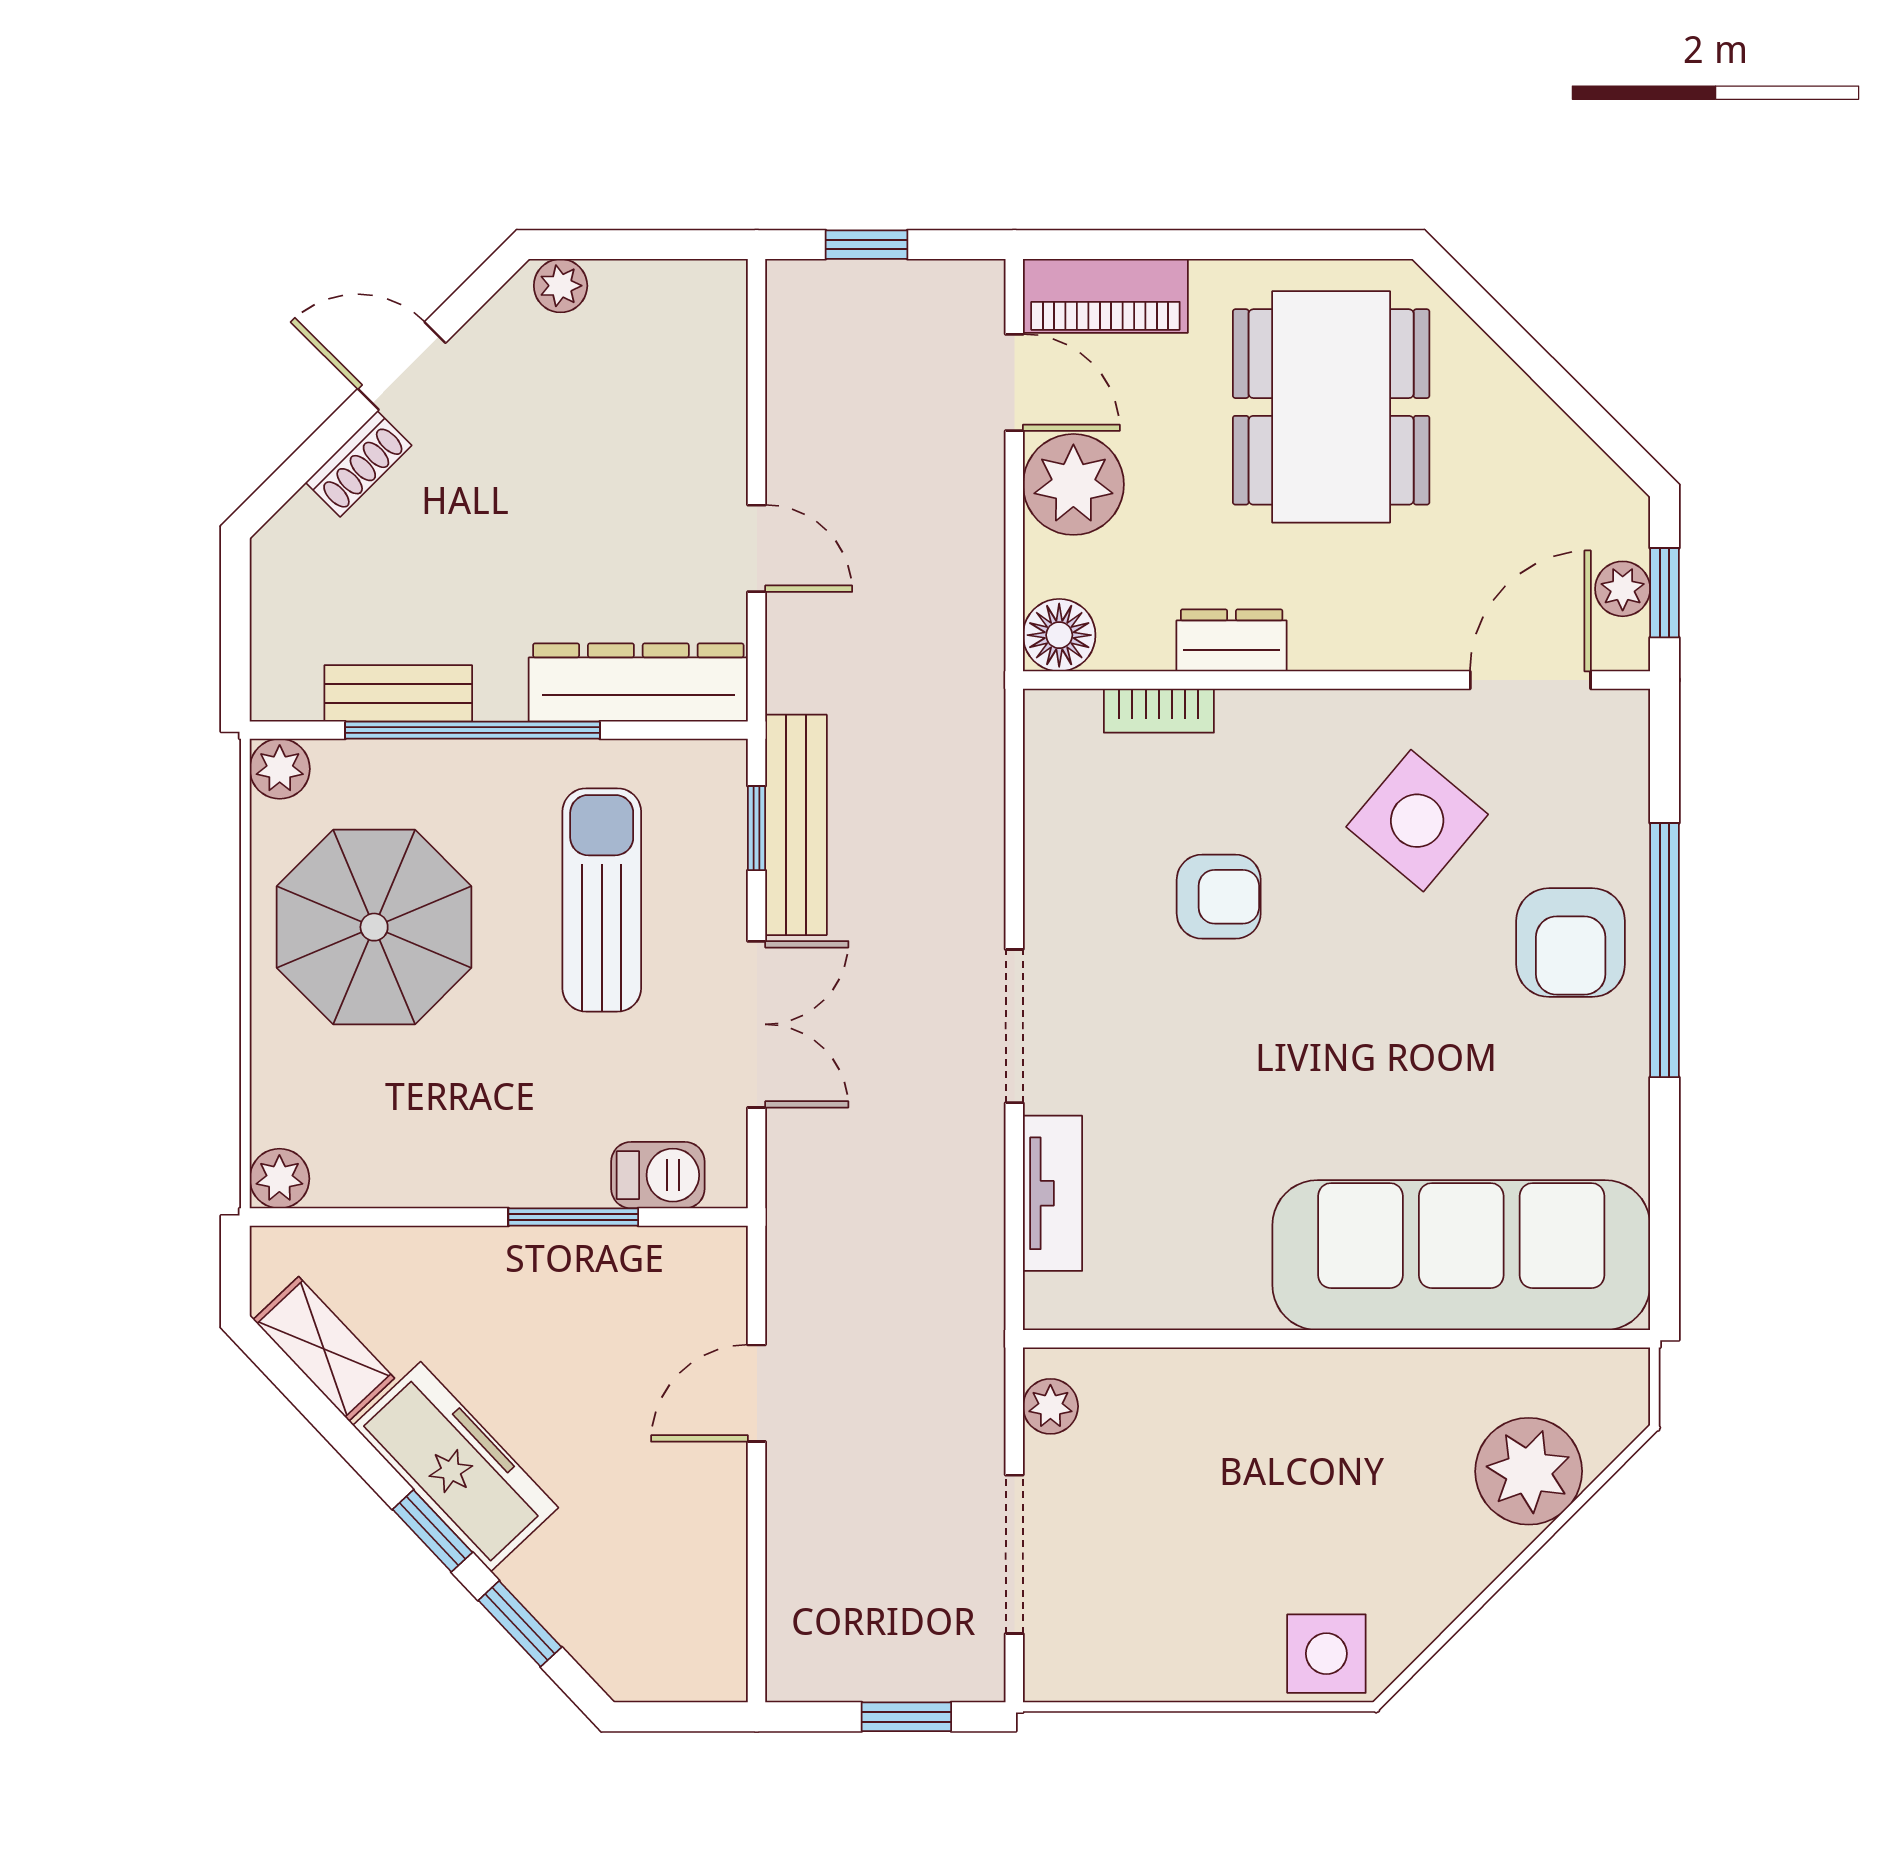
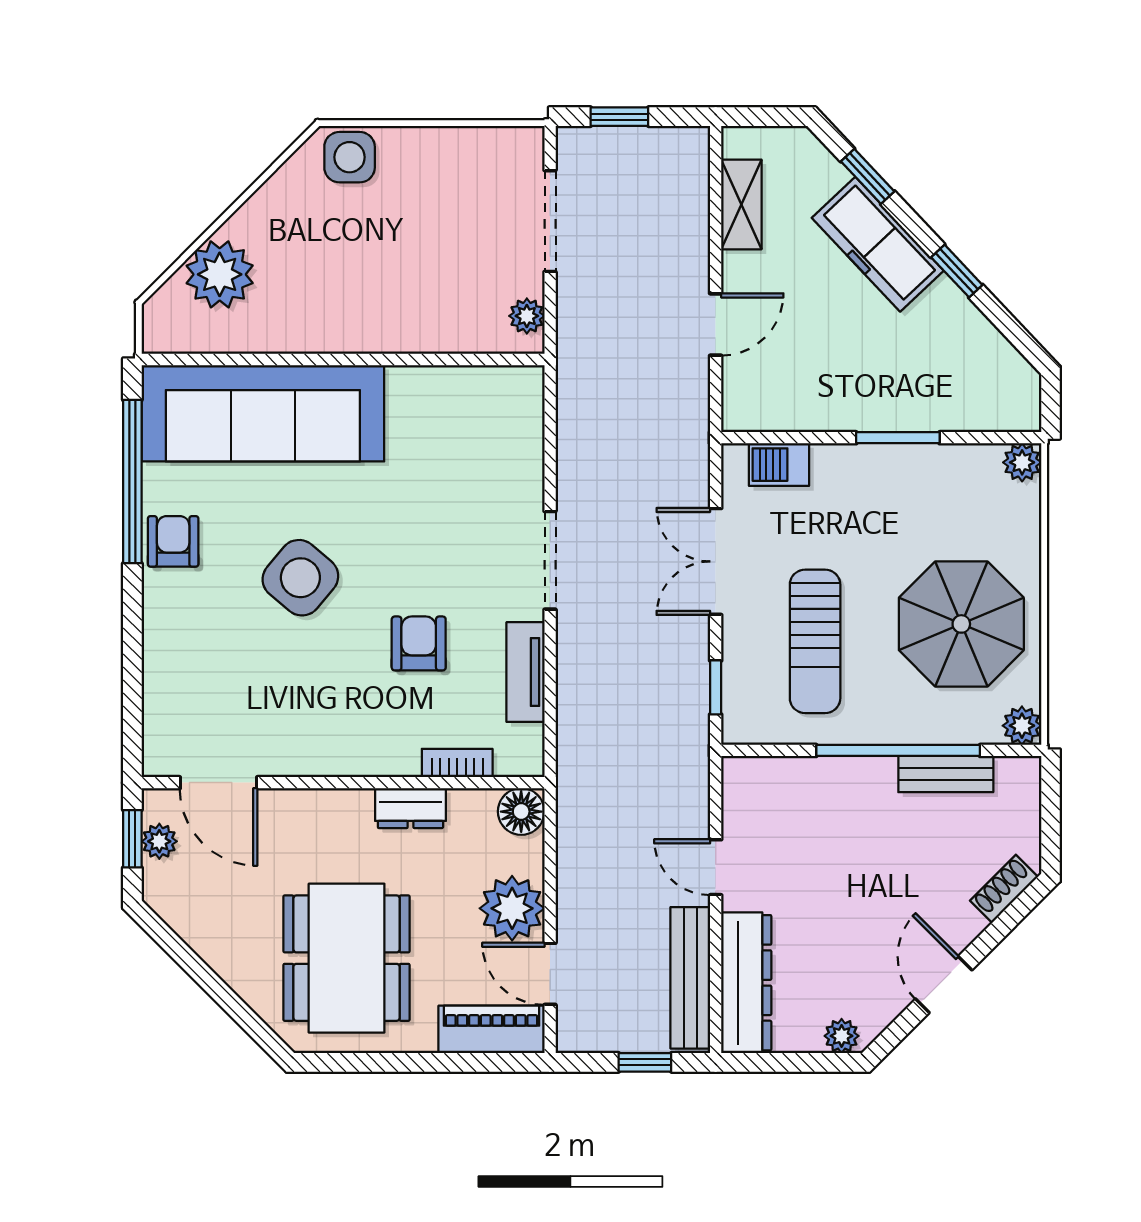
door: (402, 366) -> (944, 984), swing flipped
shoe rack: (359, 464) -> (1004, 889), moved
door: (1530, 680) -> (219, 783), hinge flipped
dresser: (638, 682) -> (746, 983), moved, turned -90
side table: (1417, 821) -> (300, 578), moved
bench: (796, 825) -> (690, 978), moved
armchair: (1219, 897) -> (419, 643), turned 90
armchair: (1571, 943) -> (173, 541), moved, width x0.72, depth x0.72
window: (1664, 950) -> (132, 482), moved
tv unit: (1053, 1193) -> (525, 672), moved
window: (573, 1217) -> (898, 438), moved
shelving: (324, 1349) -> (741, 204), moved, turned 43
freezer: (456, 1467) -> (878, 244), moved
window: (432, 1531) -> (957, 271), moved

